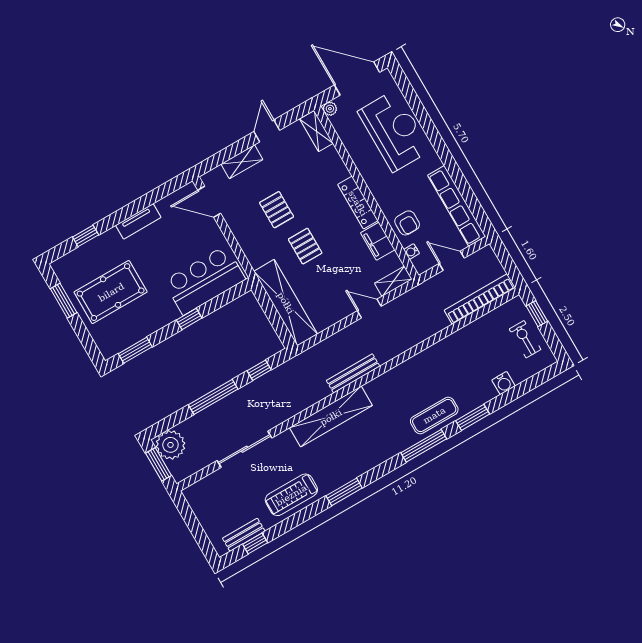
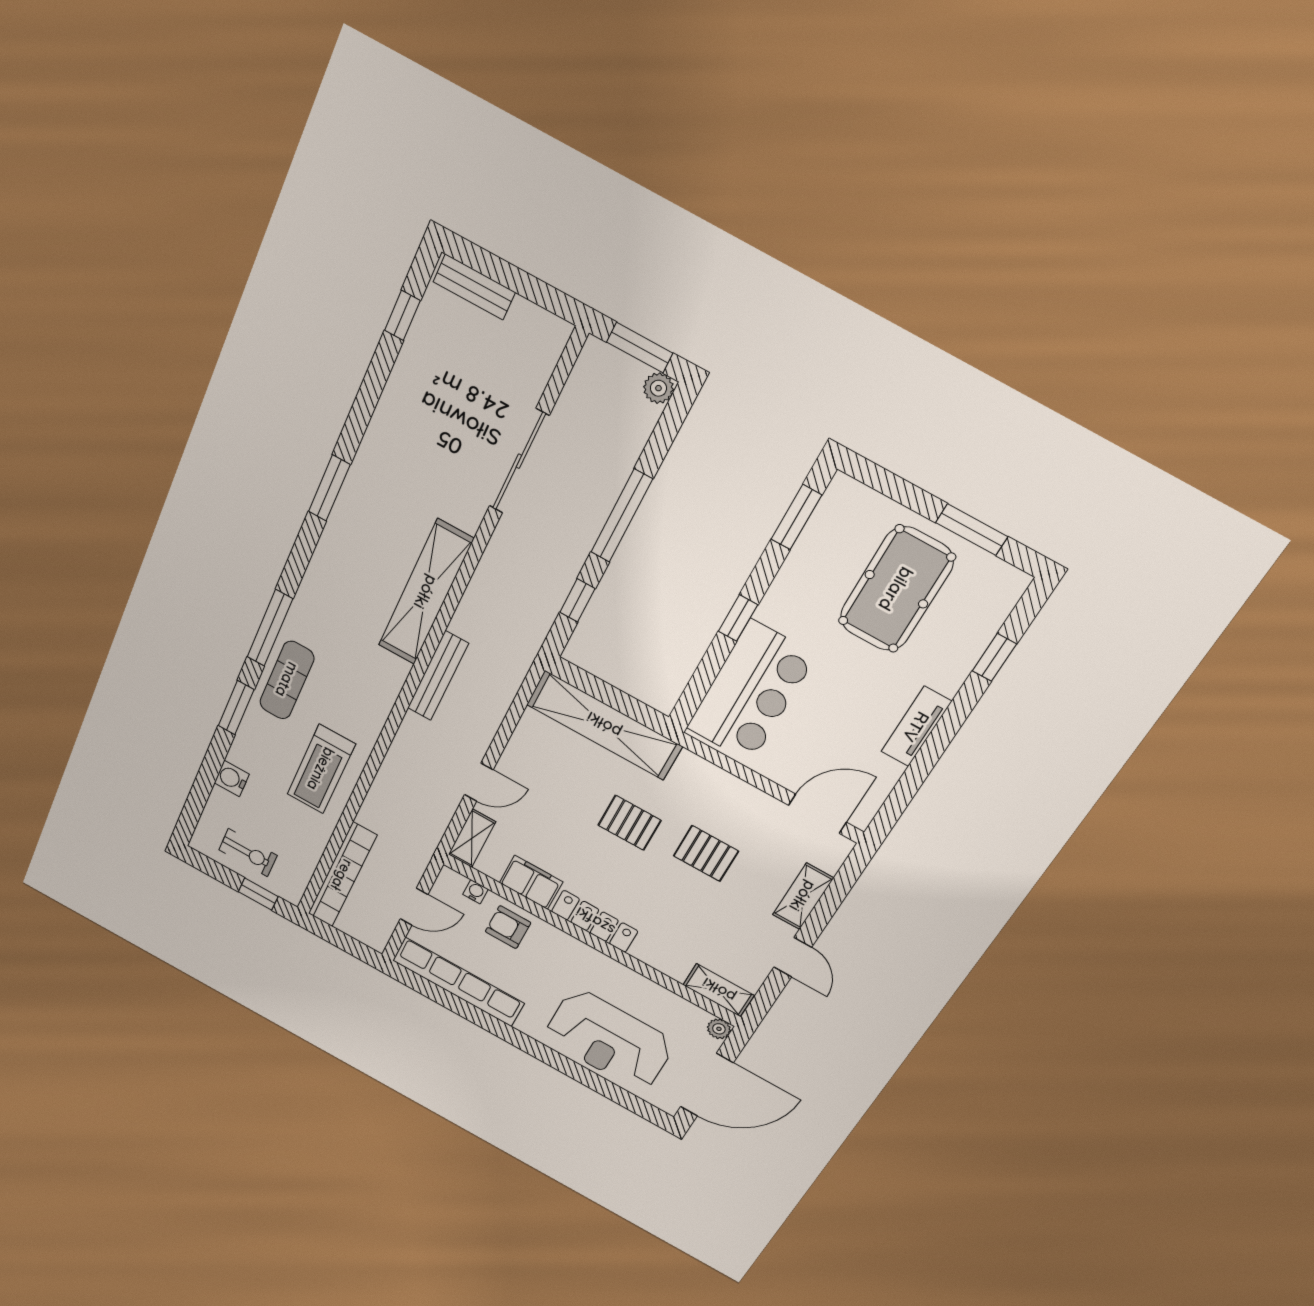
plant: (170, 445) -> (658, 388), width x0.53, depth x0.53
treadmill: (291, 495) -> (321, 769), moved, turned 180
bench: (244, 535) -> (474, 287), moved, turned 90

